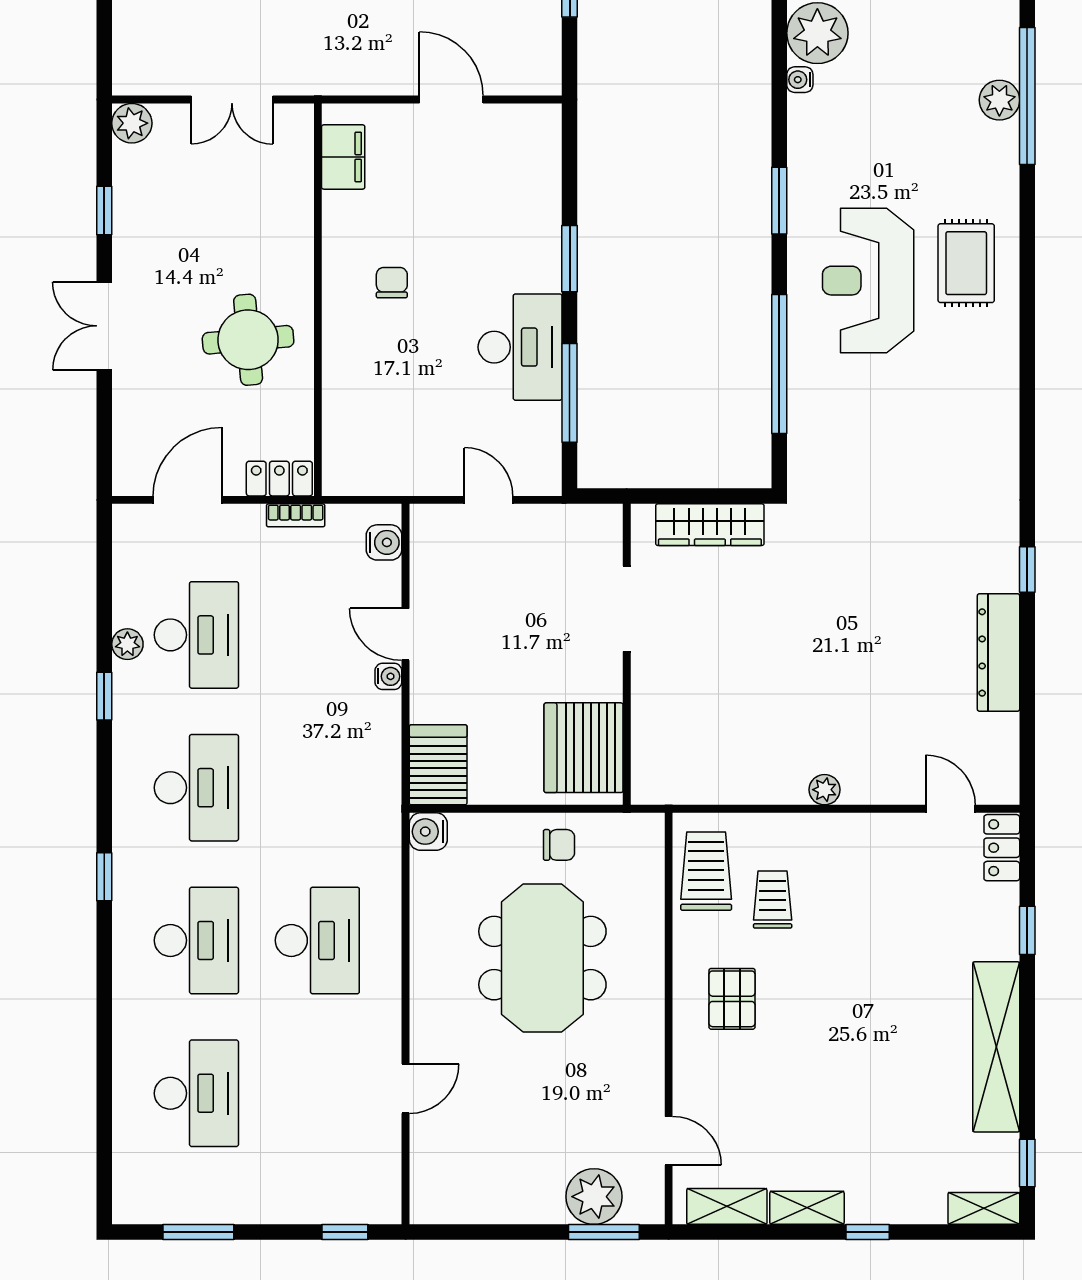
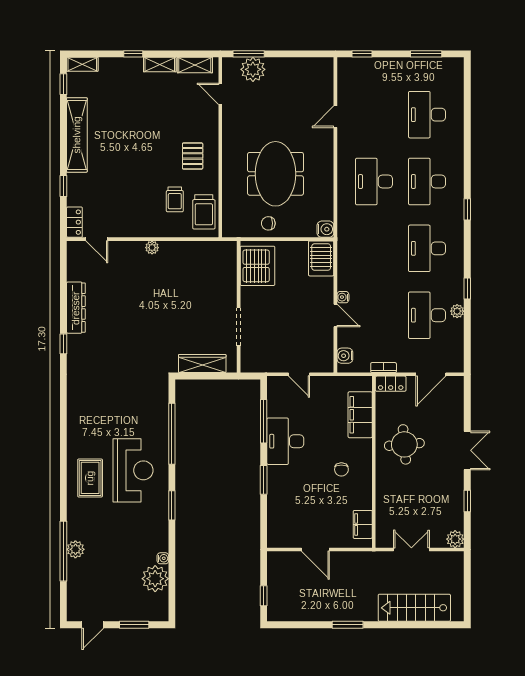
filing cabinet: (349, 408) -> (360, 415), added

